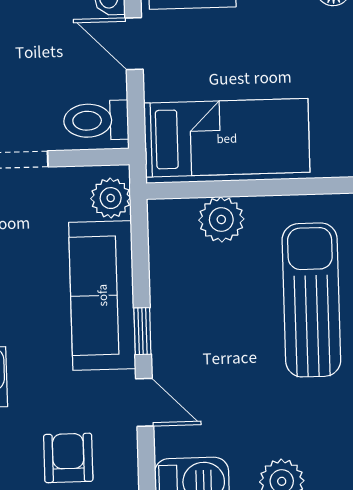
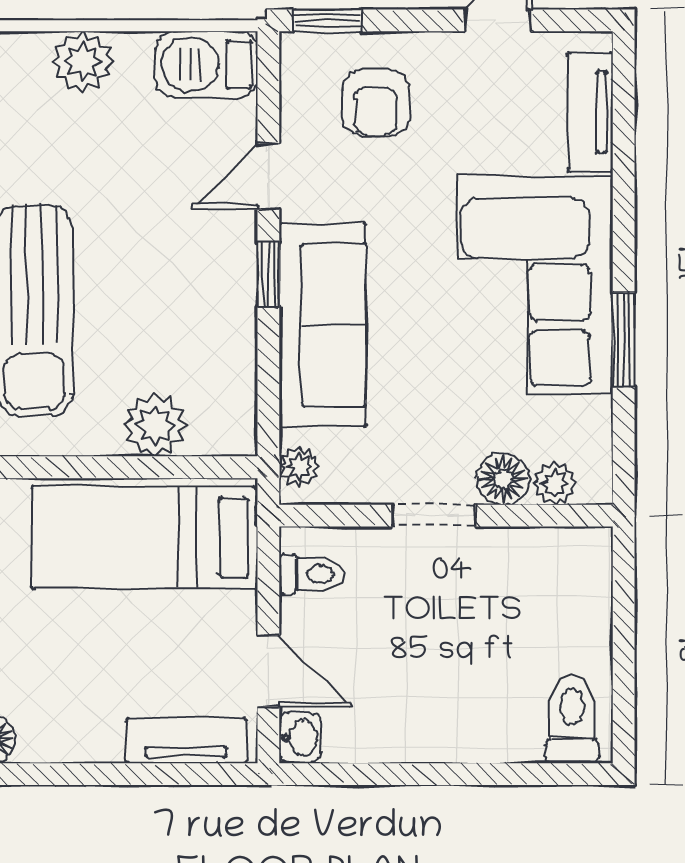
toilet: (96, 120) -> (311, 574), width x0.73, depth x0.72
plant: (111, 198) -> (299, 467), width x0.73, depth x0.73
door: (145, 402) -> (268, 176), hinge flipped

